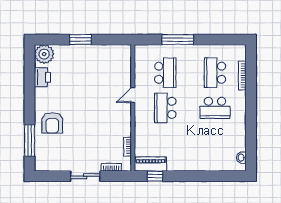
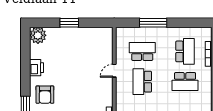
school desk: (165, 73) -> (142, 51), turned -90
school desk: (215, 73) -> (185, 51), turned 180
printer: (42, 77) -> (36, 68), moved

